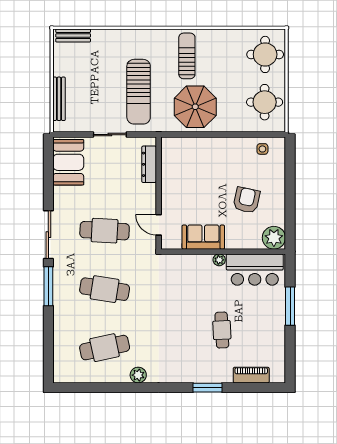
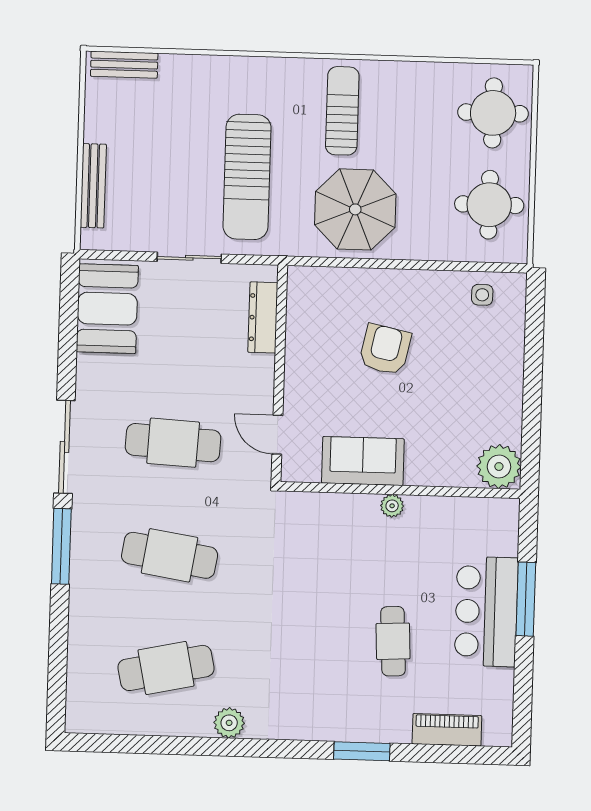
armchair: (247, 200) -> (385, 349), moved
bar counter: (255, 270) -> (486, 612), moved, turned 90

